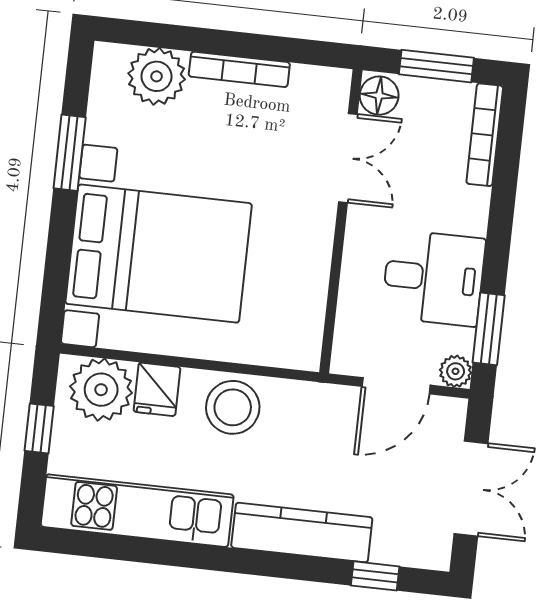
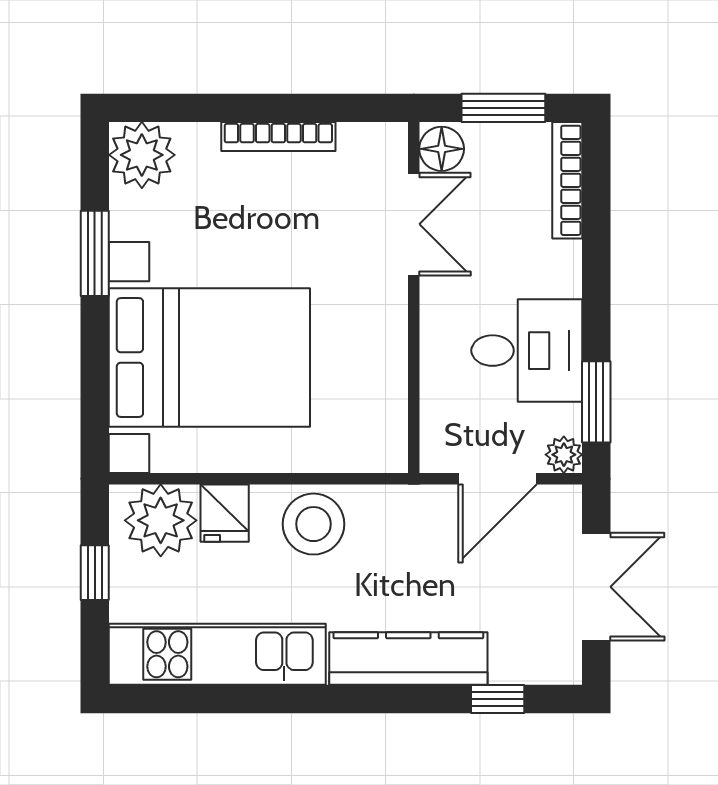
plant: (157, 76) -> (142, 155), moved

